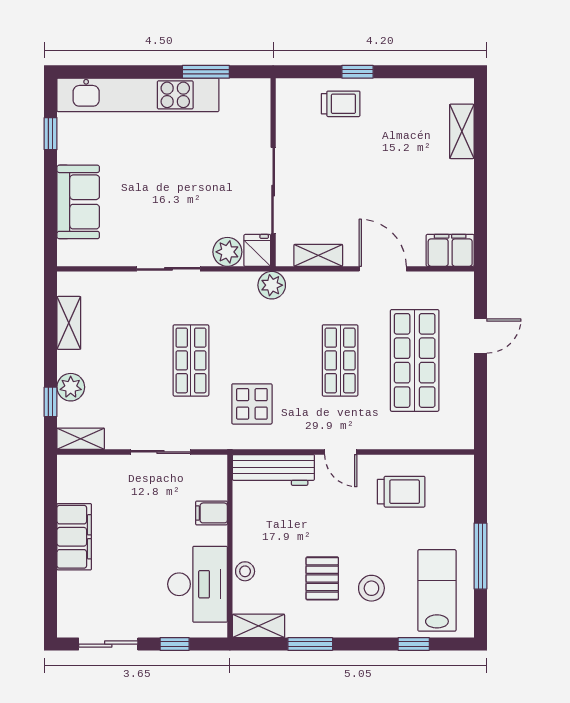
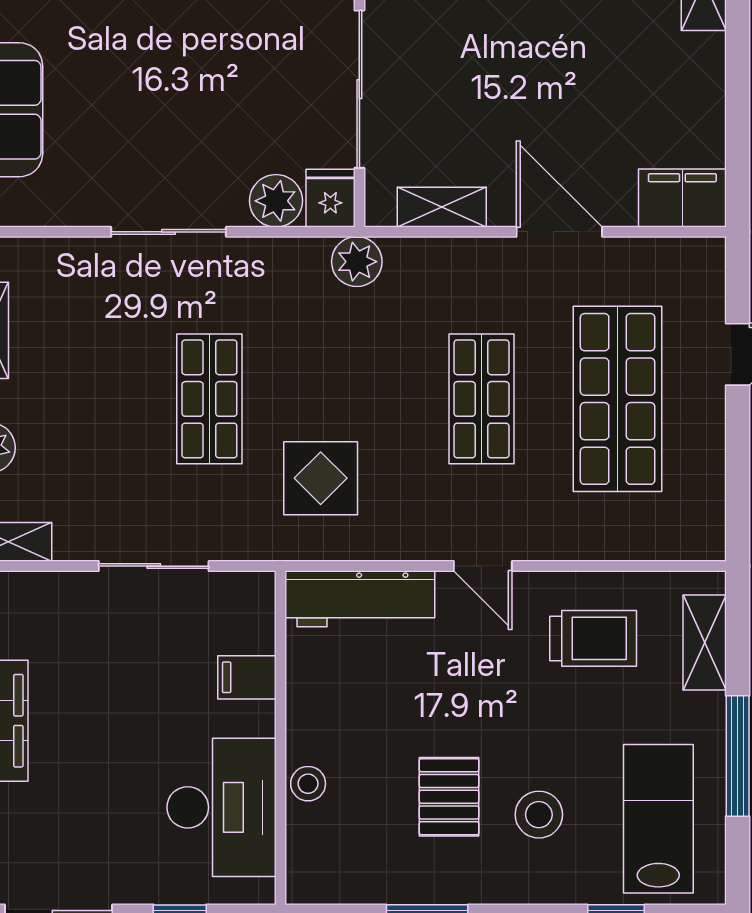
shelving: (259, 626) -> (705, 642), moved, turned 90

